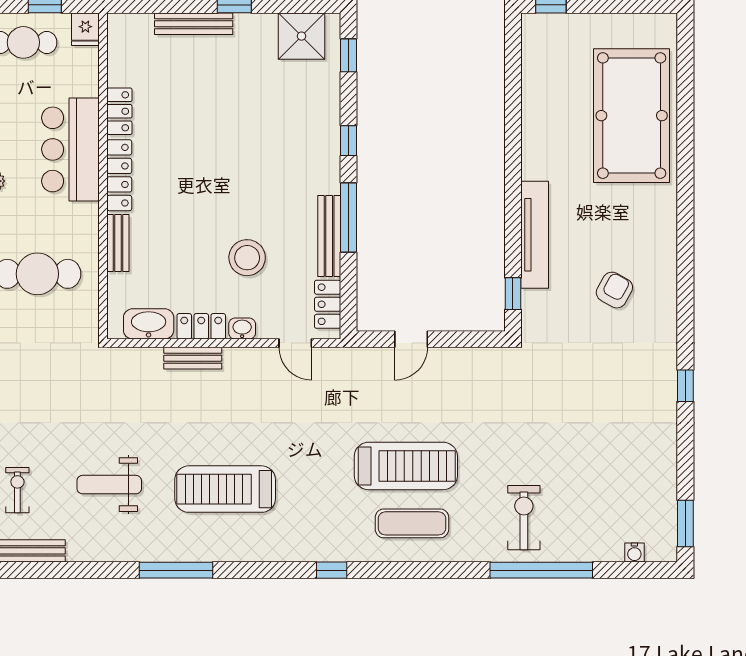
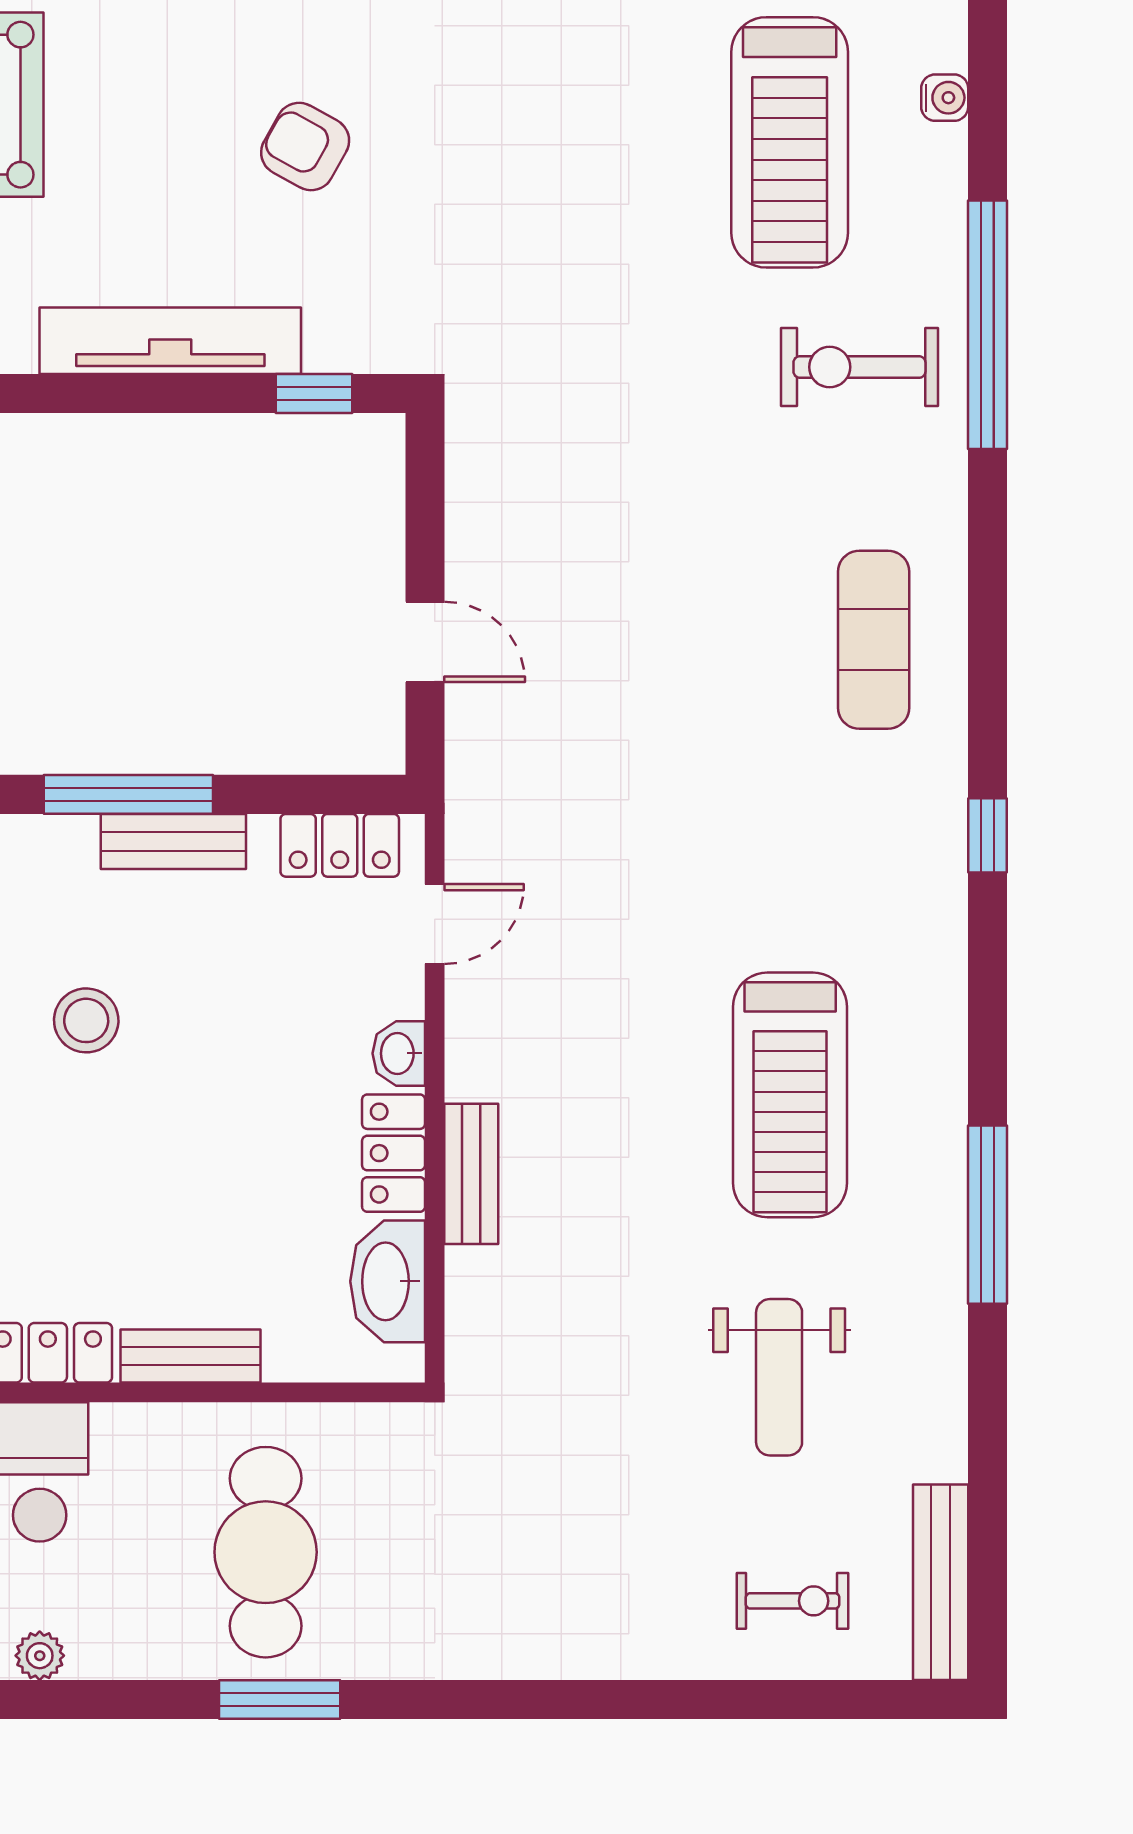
bench: (329, 236) -> (173, 841), width x0.73
stool: (247, 258) -> (86, 1020), moved, width x0.73, depth x0.73
treadmill: (406, 466) -> (790, 142), moved, turned 180
exercise bike: (17, 490) -> (793, 1601), turned 180

